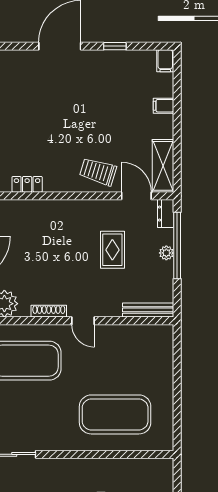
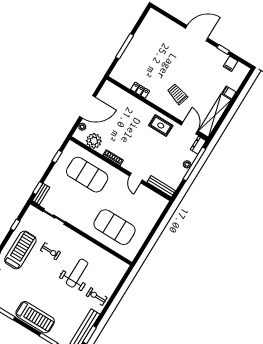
filing cabinet: (165, 61) -> (231, 64), moved
shelving: (163, 166) -> (215, 115), width x1.47
trolley: (98, 172) -> (178, 94), moved
rug: (112, 250) -> (161, 126), moved, turned 90
door: (83, 321) -> (136, 178), moved

